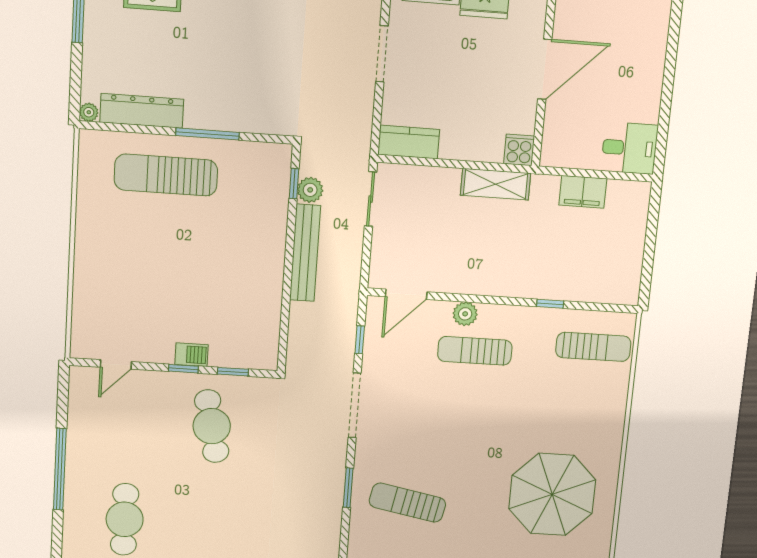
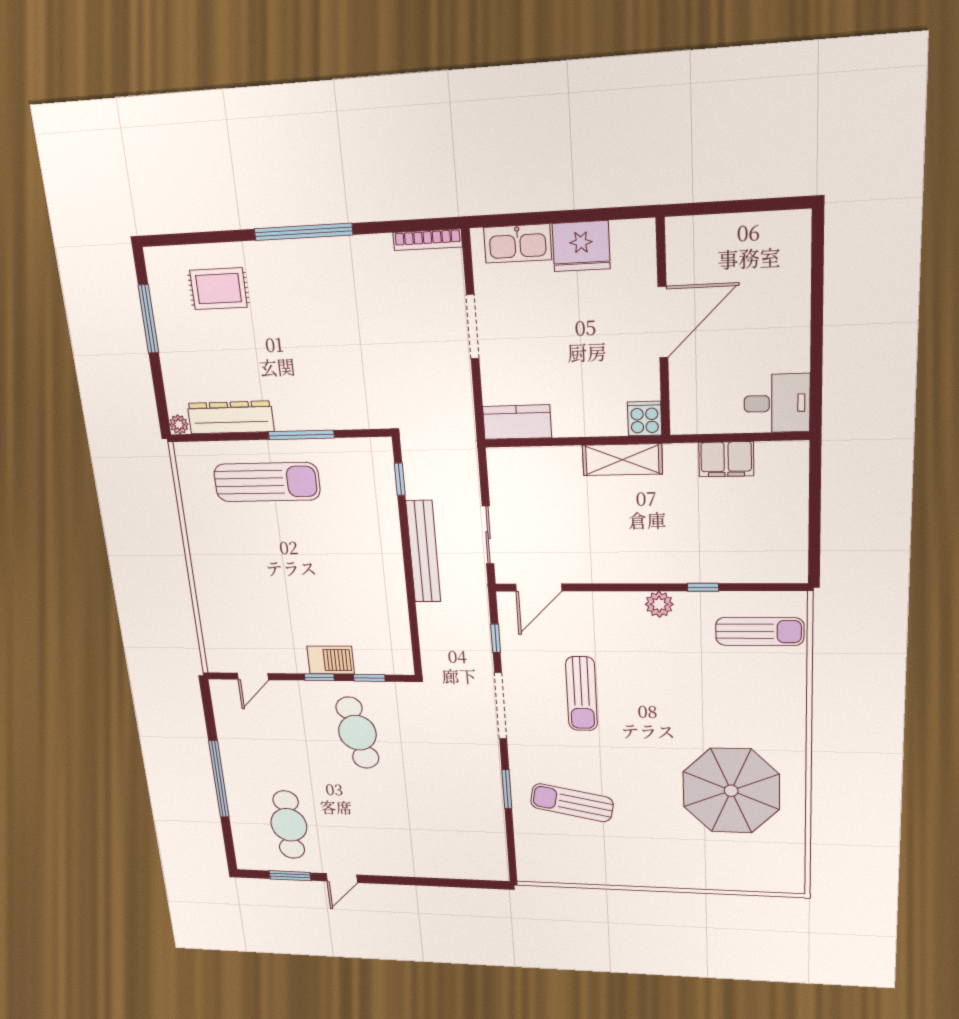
sun lounger: (166, 175) -> (267, 482), turned 180
plant: (310, 190) -> (418, 484), removed
sliding door: (371, 199) -> (488, 535), moved
plant: (465, 314) -> (659, 604), moved
sun lounger: (475, 351) -> (582, 694), moved, turned -90
barbecue: (191, 355) -> (331, 660), width x1.38, depth x1.27

